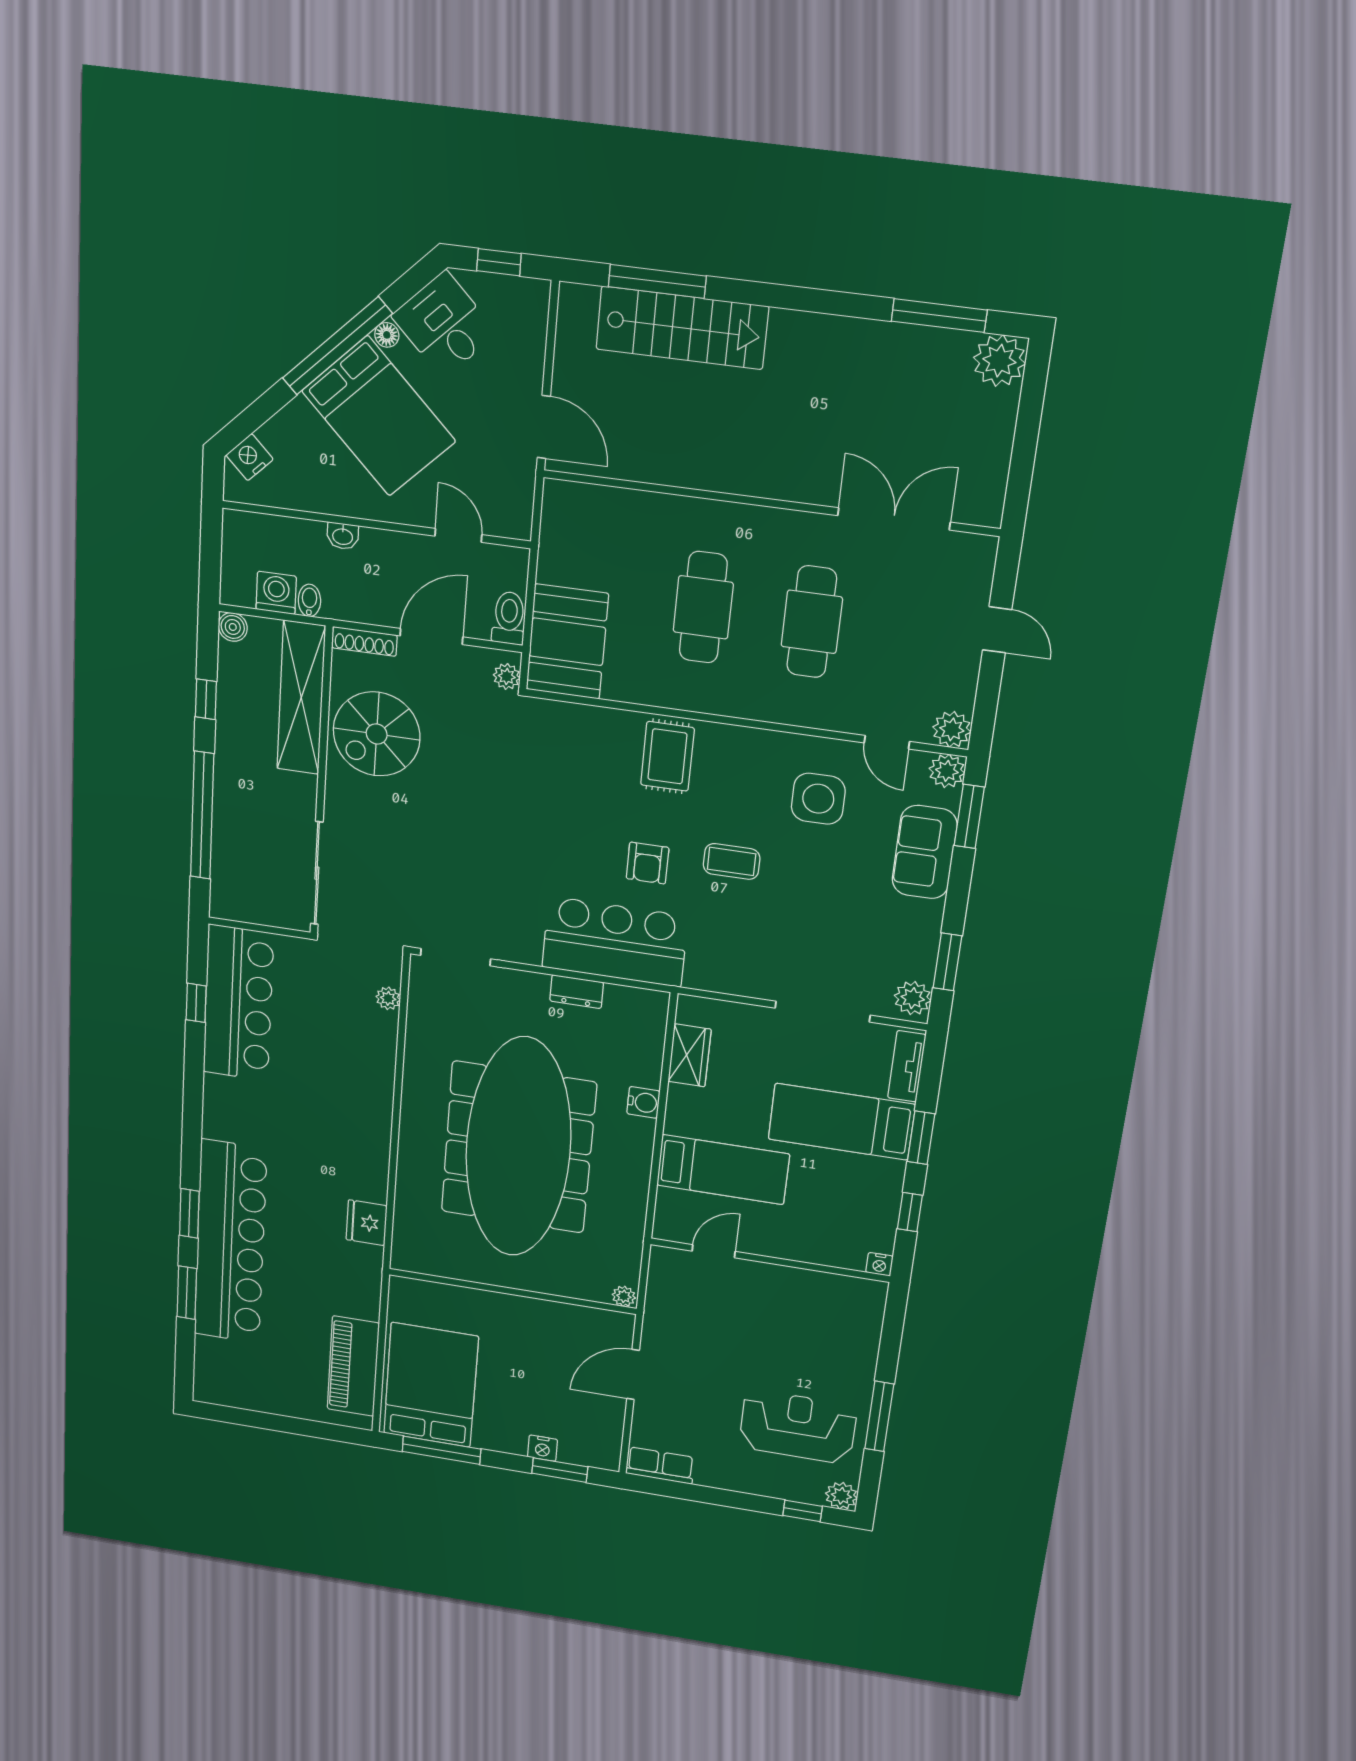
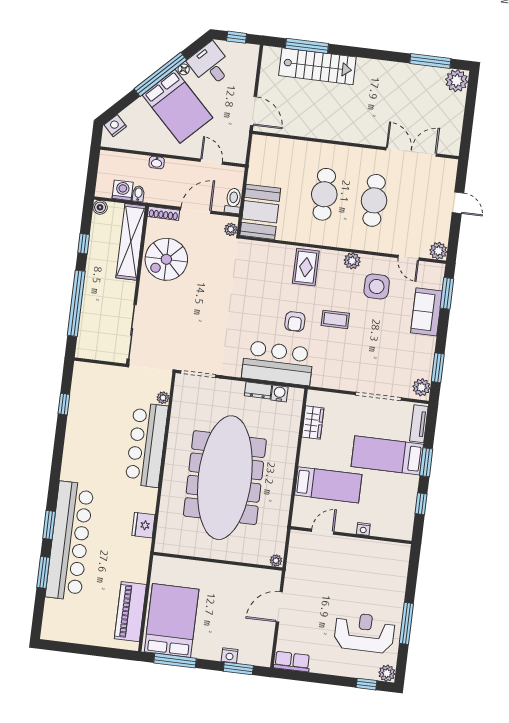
plant: (947, 771) -> (352, 261), moved
bar counter: (238, 1003) -> (147, 445), moved, turned 180
water cooler: (643, 1102) -> (279, 393), moved, turned -90
nightstand: (879, 1264) -> (363, 529), moved

